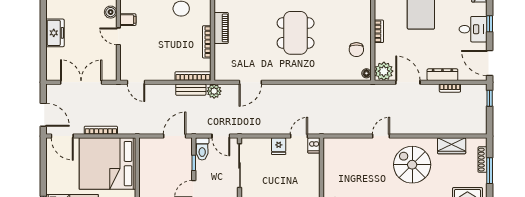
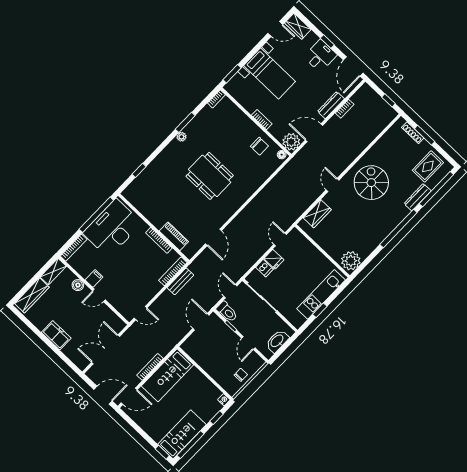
piano: (221, 28) -> (174, 236), moved
door: (490, 63) -> (353, 66), hinge flipped
plant: (214, 91) -> (196, 267), removed
window: (490, 98) -> (389, 100), moved
door: (221, 136) -> (230, 291), swing flipped
dishwasher: (314, 145) -> (264, 268), moved
wardrobe: (452, 146) -> (317, 214), moved
bed: (107, 164) -> (168, 375), width x0.49
spiral stairs: (412, 165) -> (371, 183), turned 90

